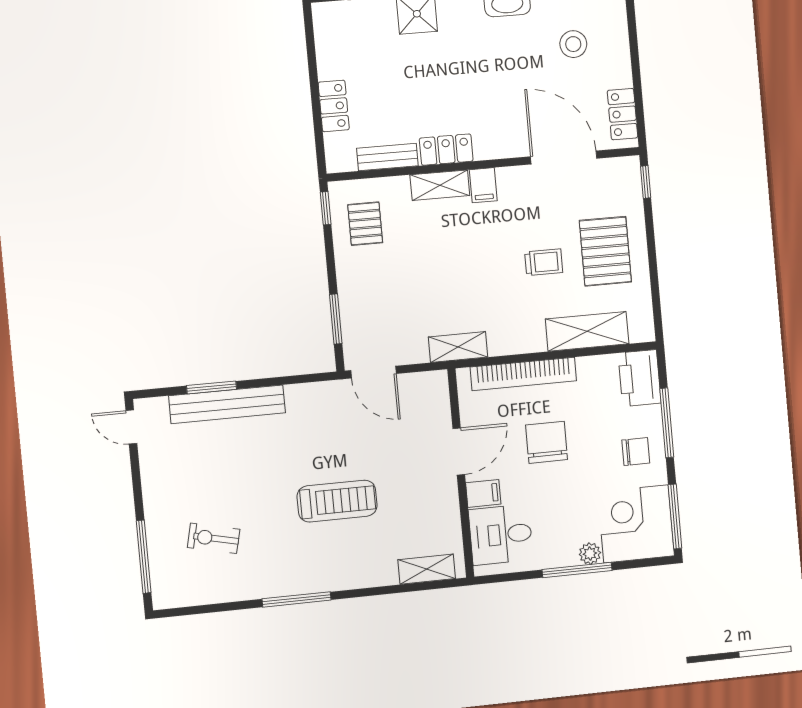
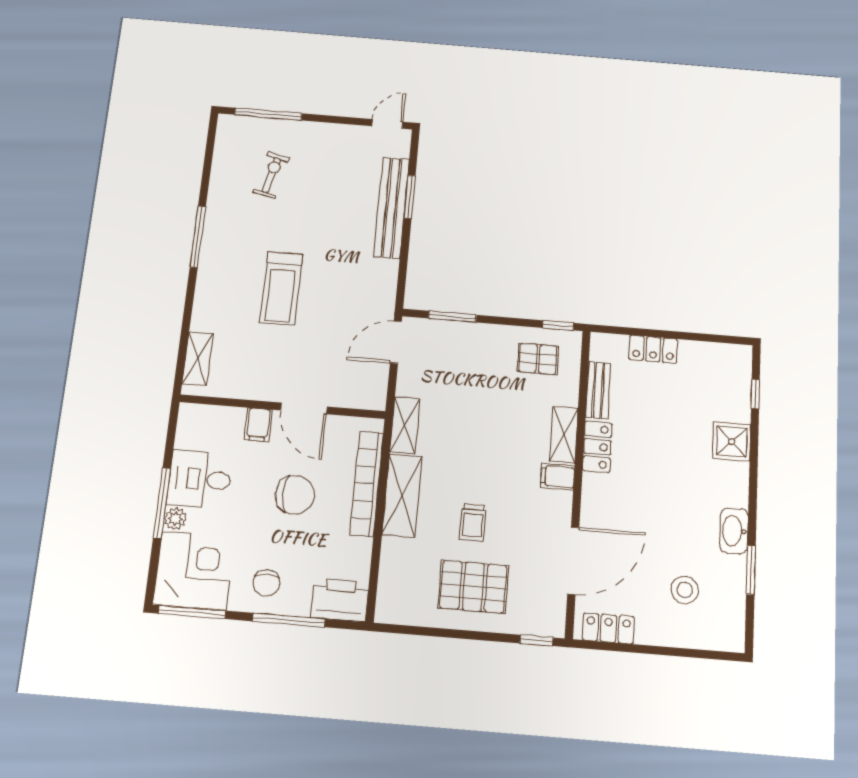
shelving: (587, 331) -> (402, 495), moved
desk: (501, 535) -> (200, 479), moved, turned -90

